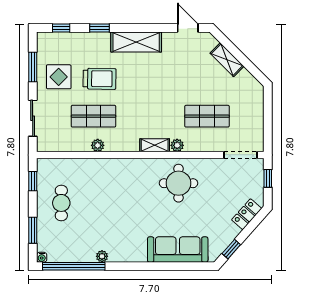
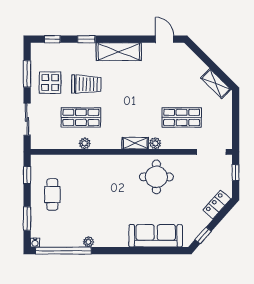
shelving: (227, 60) -> (216, 84), moved

